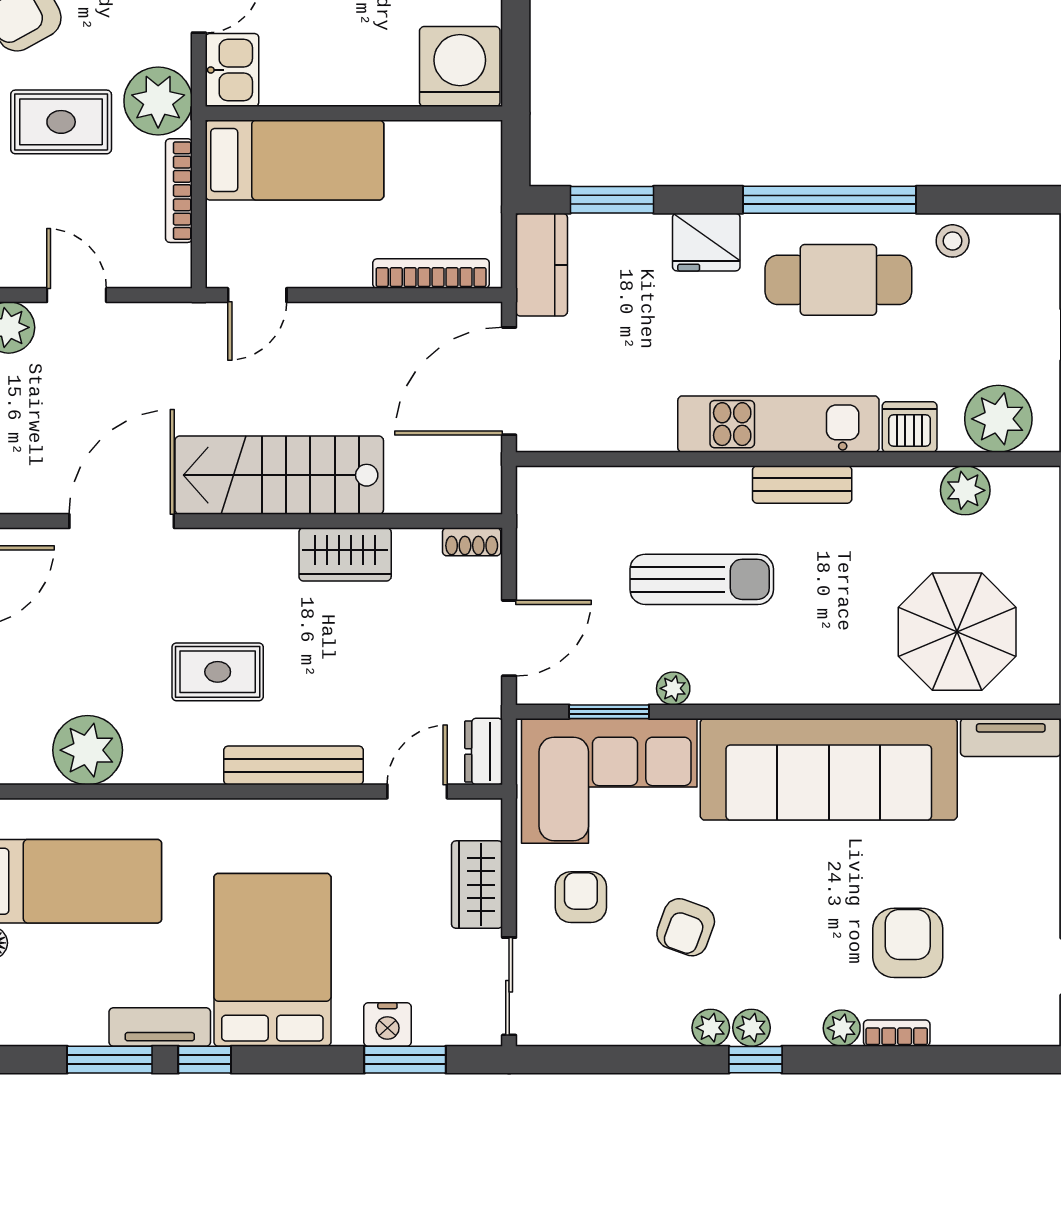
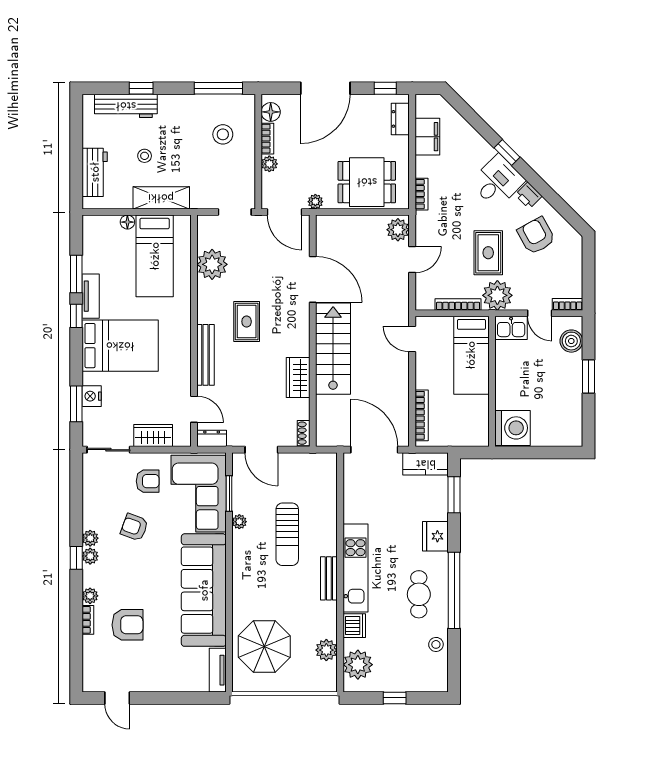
cafe table: (838, 280) -> (419, 594), width x0.73, depth x0.74

